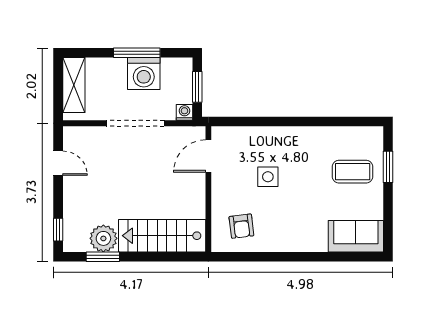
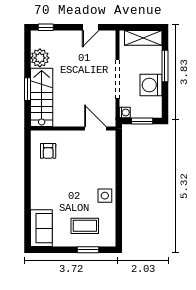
window: (137, 53) -> (165, 66), moved
coffee table: (353, 172) -> (85, 226), turned 90
side table: (268, 177) -> (105, 196), moved
armchair: (241, 226) -> (48, 151), turned -83
window: (103, 257) -> (27, 89), moved

